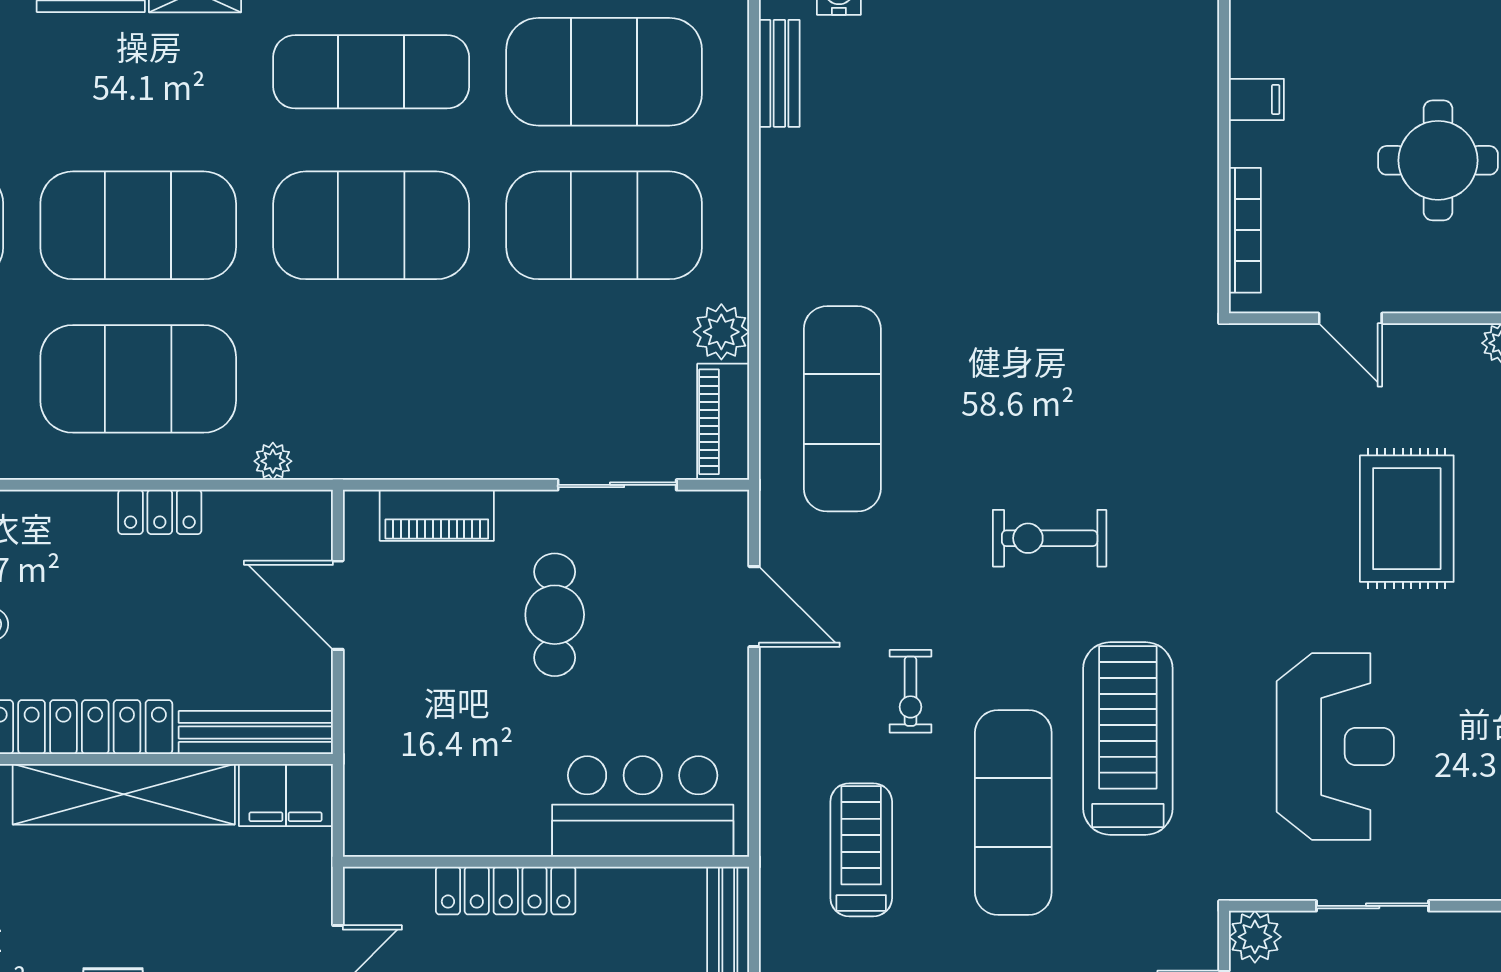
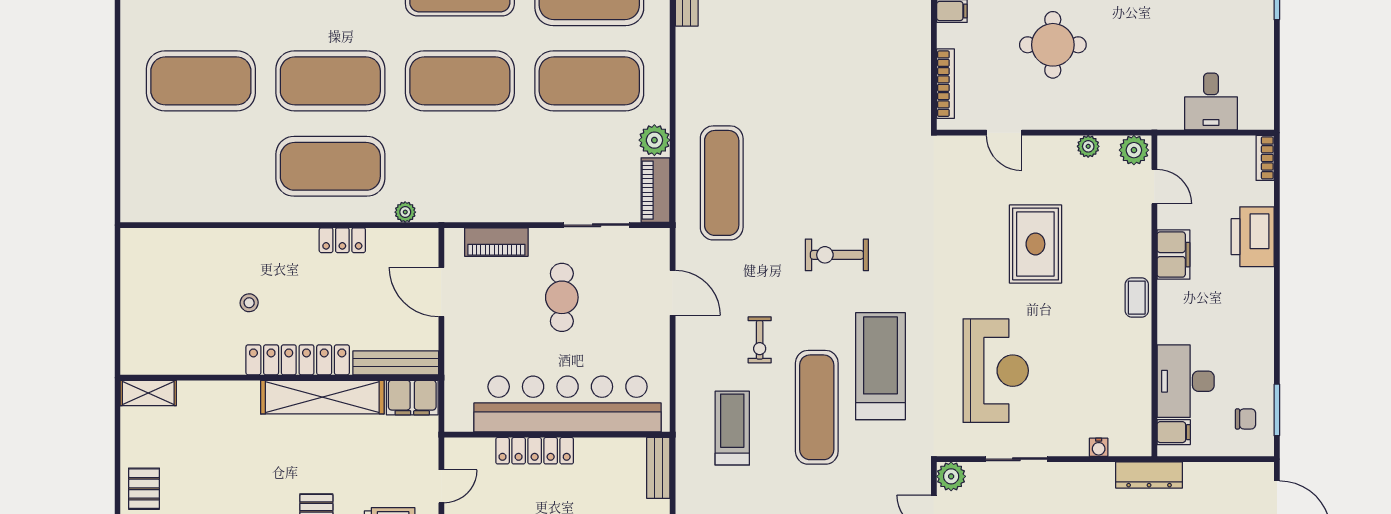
bar counter: (643, 807) -> (568, 404), width x1.86

